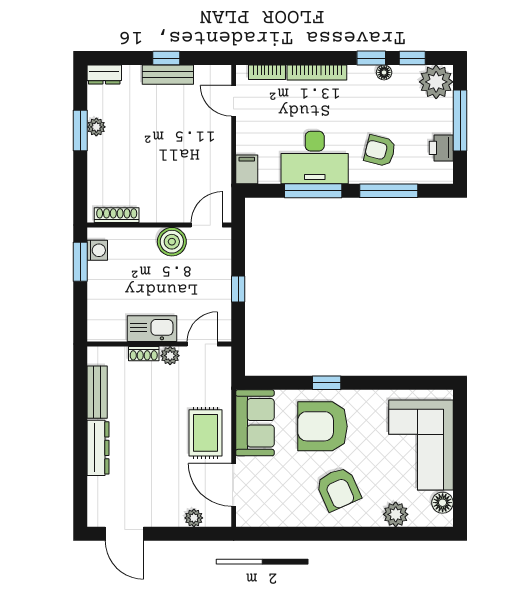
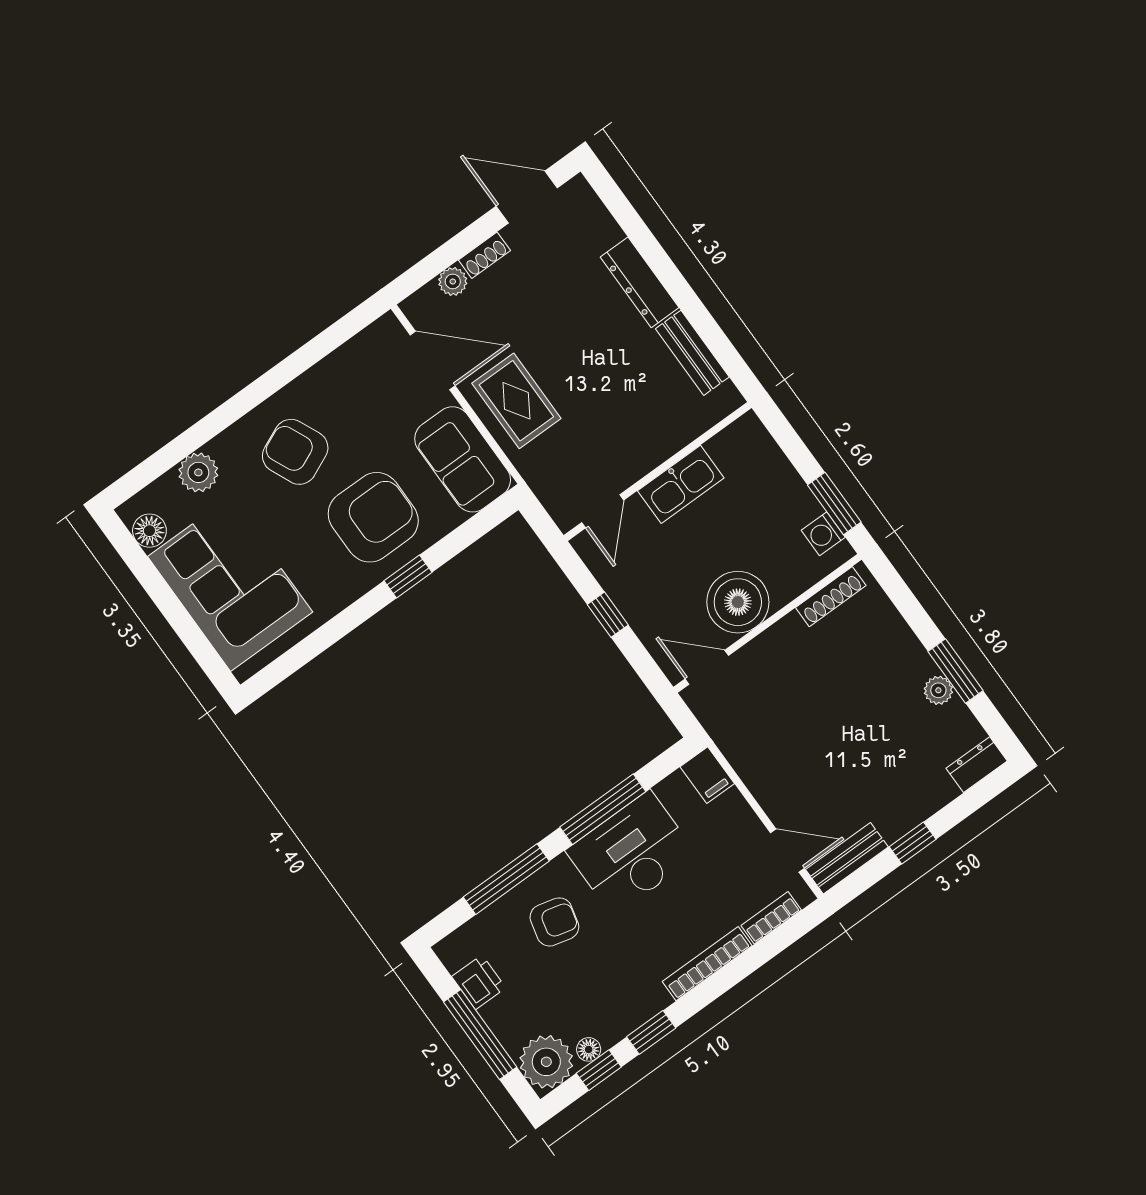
floor lamp: (384, 72) -> (589, 1049), moved
bench: (168, 75) -> (847, 858), moved
door: (207, 225) -> (707, 667), swing flipped
boiler: (172, 242) -> (738, 602), width x1.37, depth x1.37
shoe rack: (144, 354) -> (484, 255), moved, turned 180
plant: (170, 356) -> (633, 467), removed

